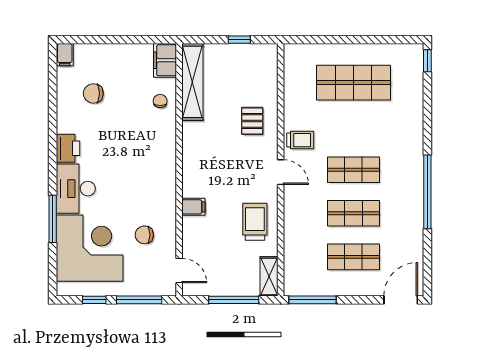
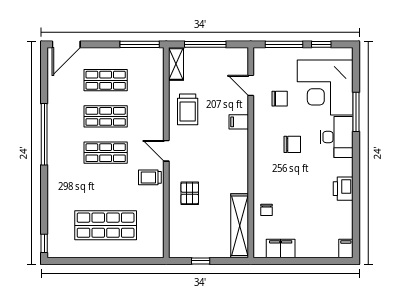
filing cabinet: (165, 60) -> (281, 248), moved, turned -90
chair: (93, 93) -> (292, 144), moved
printer: (68, 148) -> (343, 189), moved
door: (179, 271) -> (251, 85), moved

